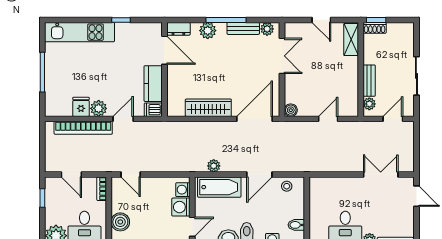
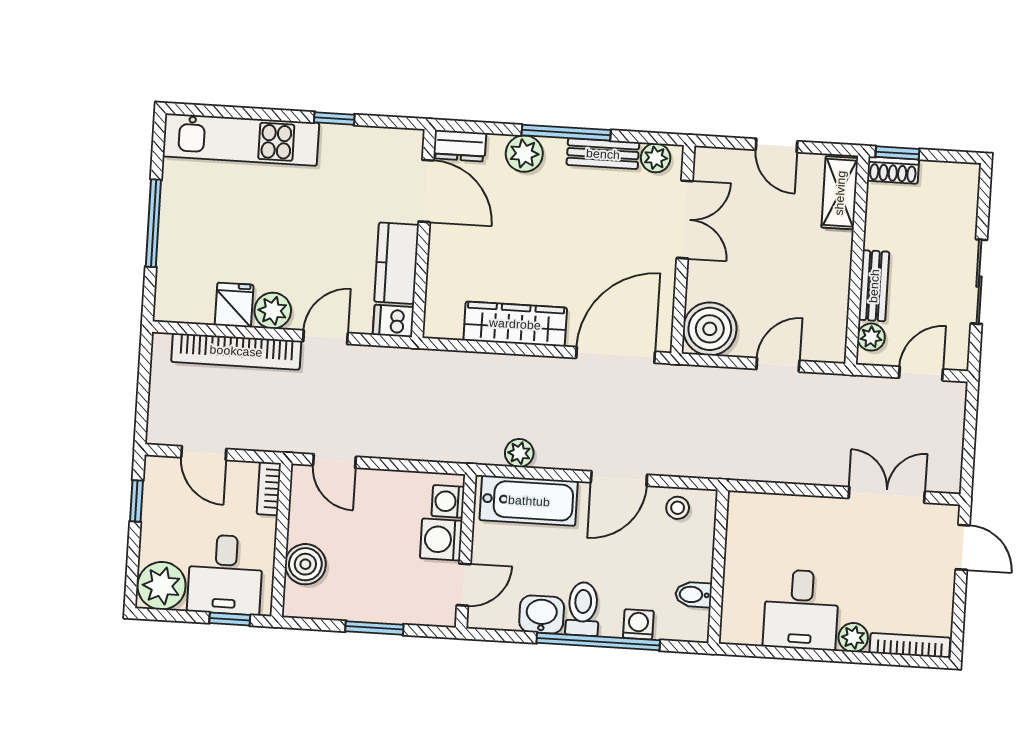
boiler: (291, 110) -> (710, 329), width x1.86, depth x1.86

